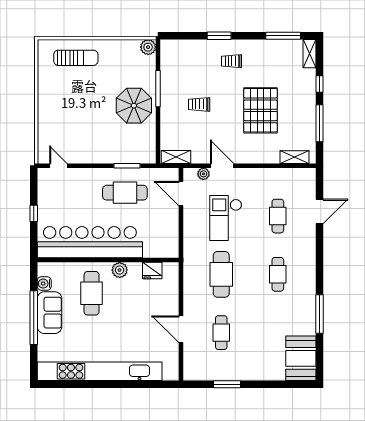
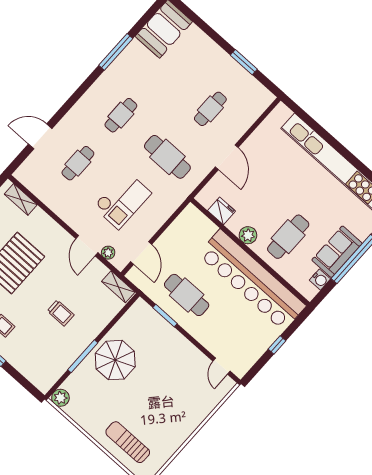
cafe table: (221, 274) -> (167, 157), turned 90
door: (181, 329) -> (227, 157), moved

